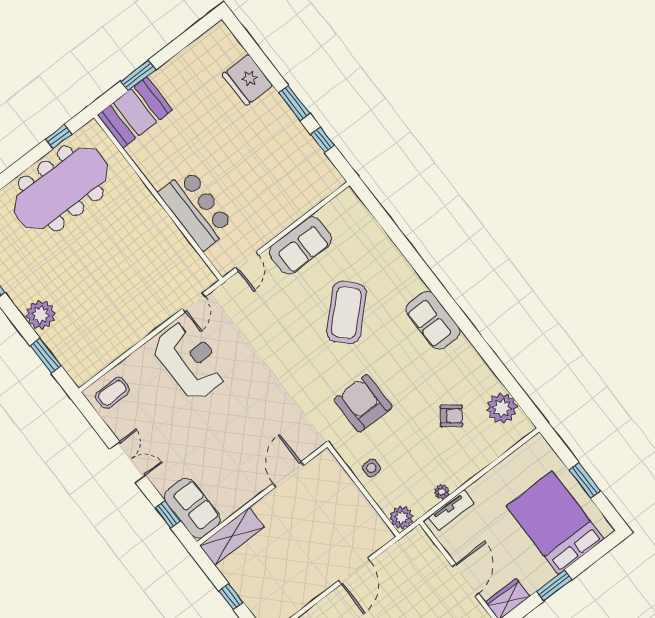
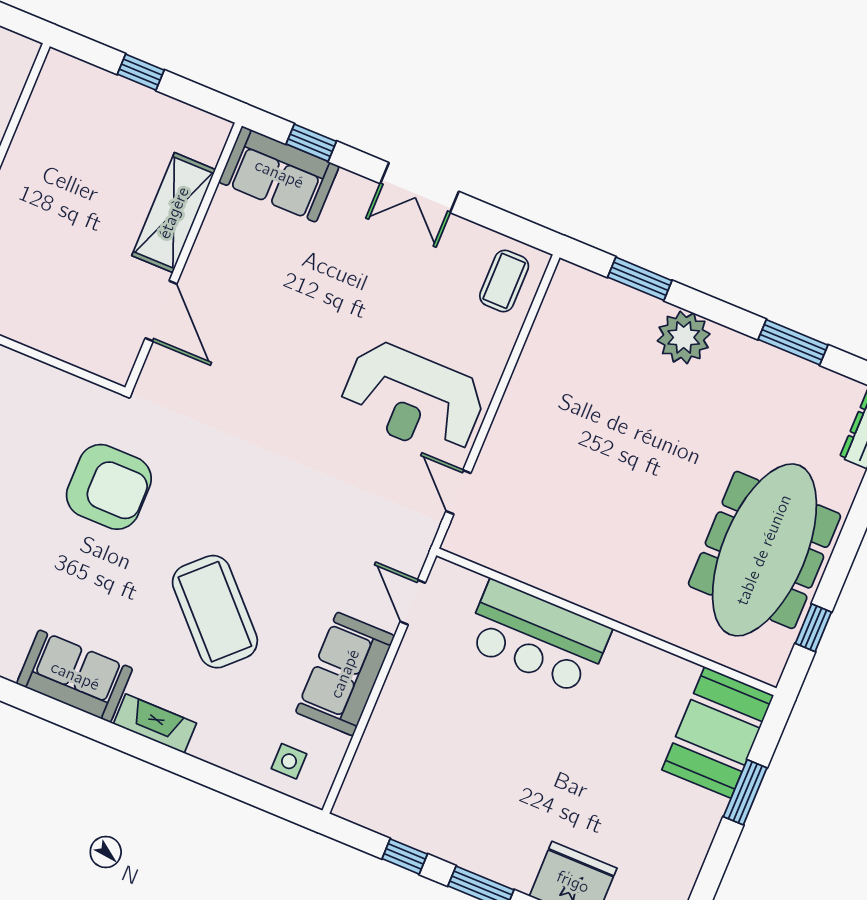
fireplace: (407, 275) -> (155, 724), added
side table: (371, 468) -> (289, 761), moved
shelving: (232, 536) -> (174, 213), moved

